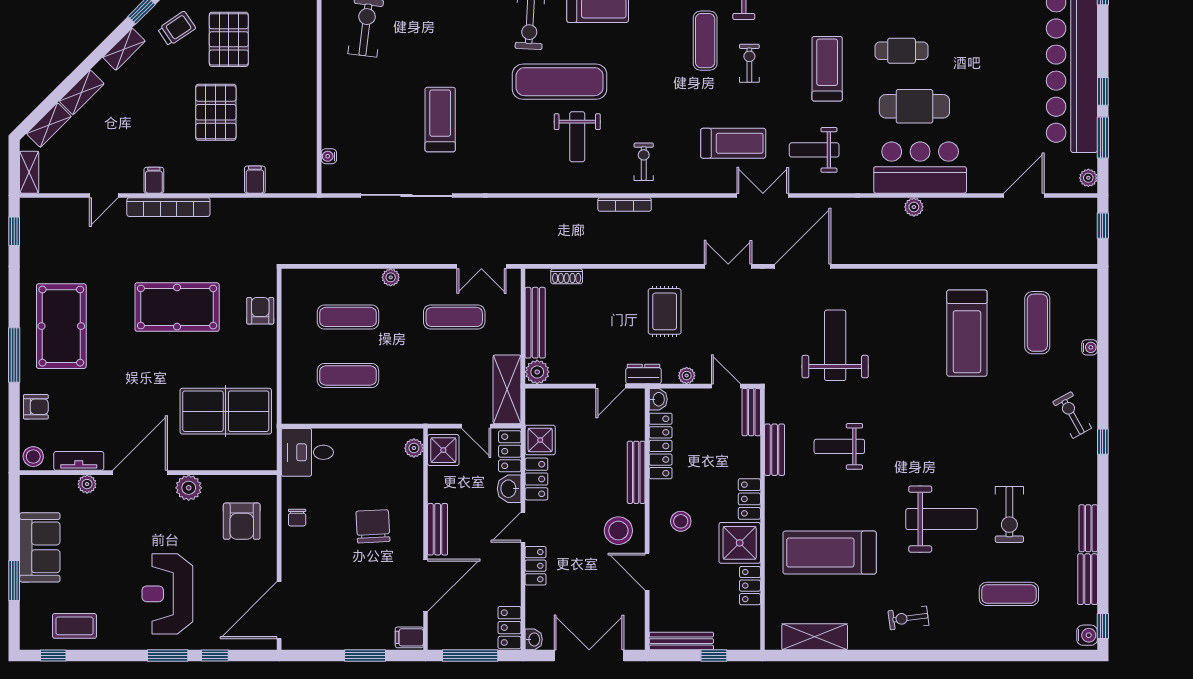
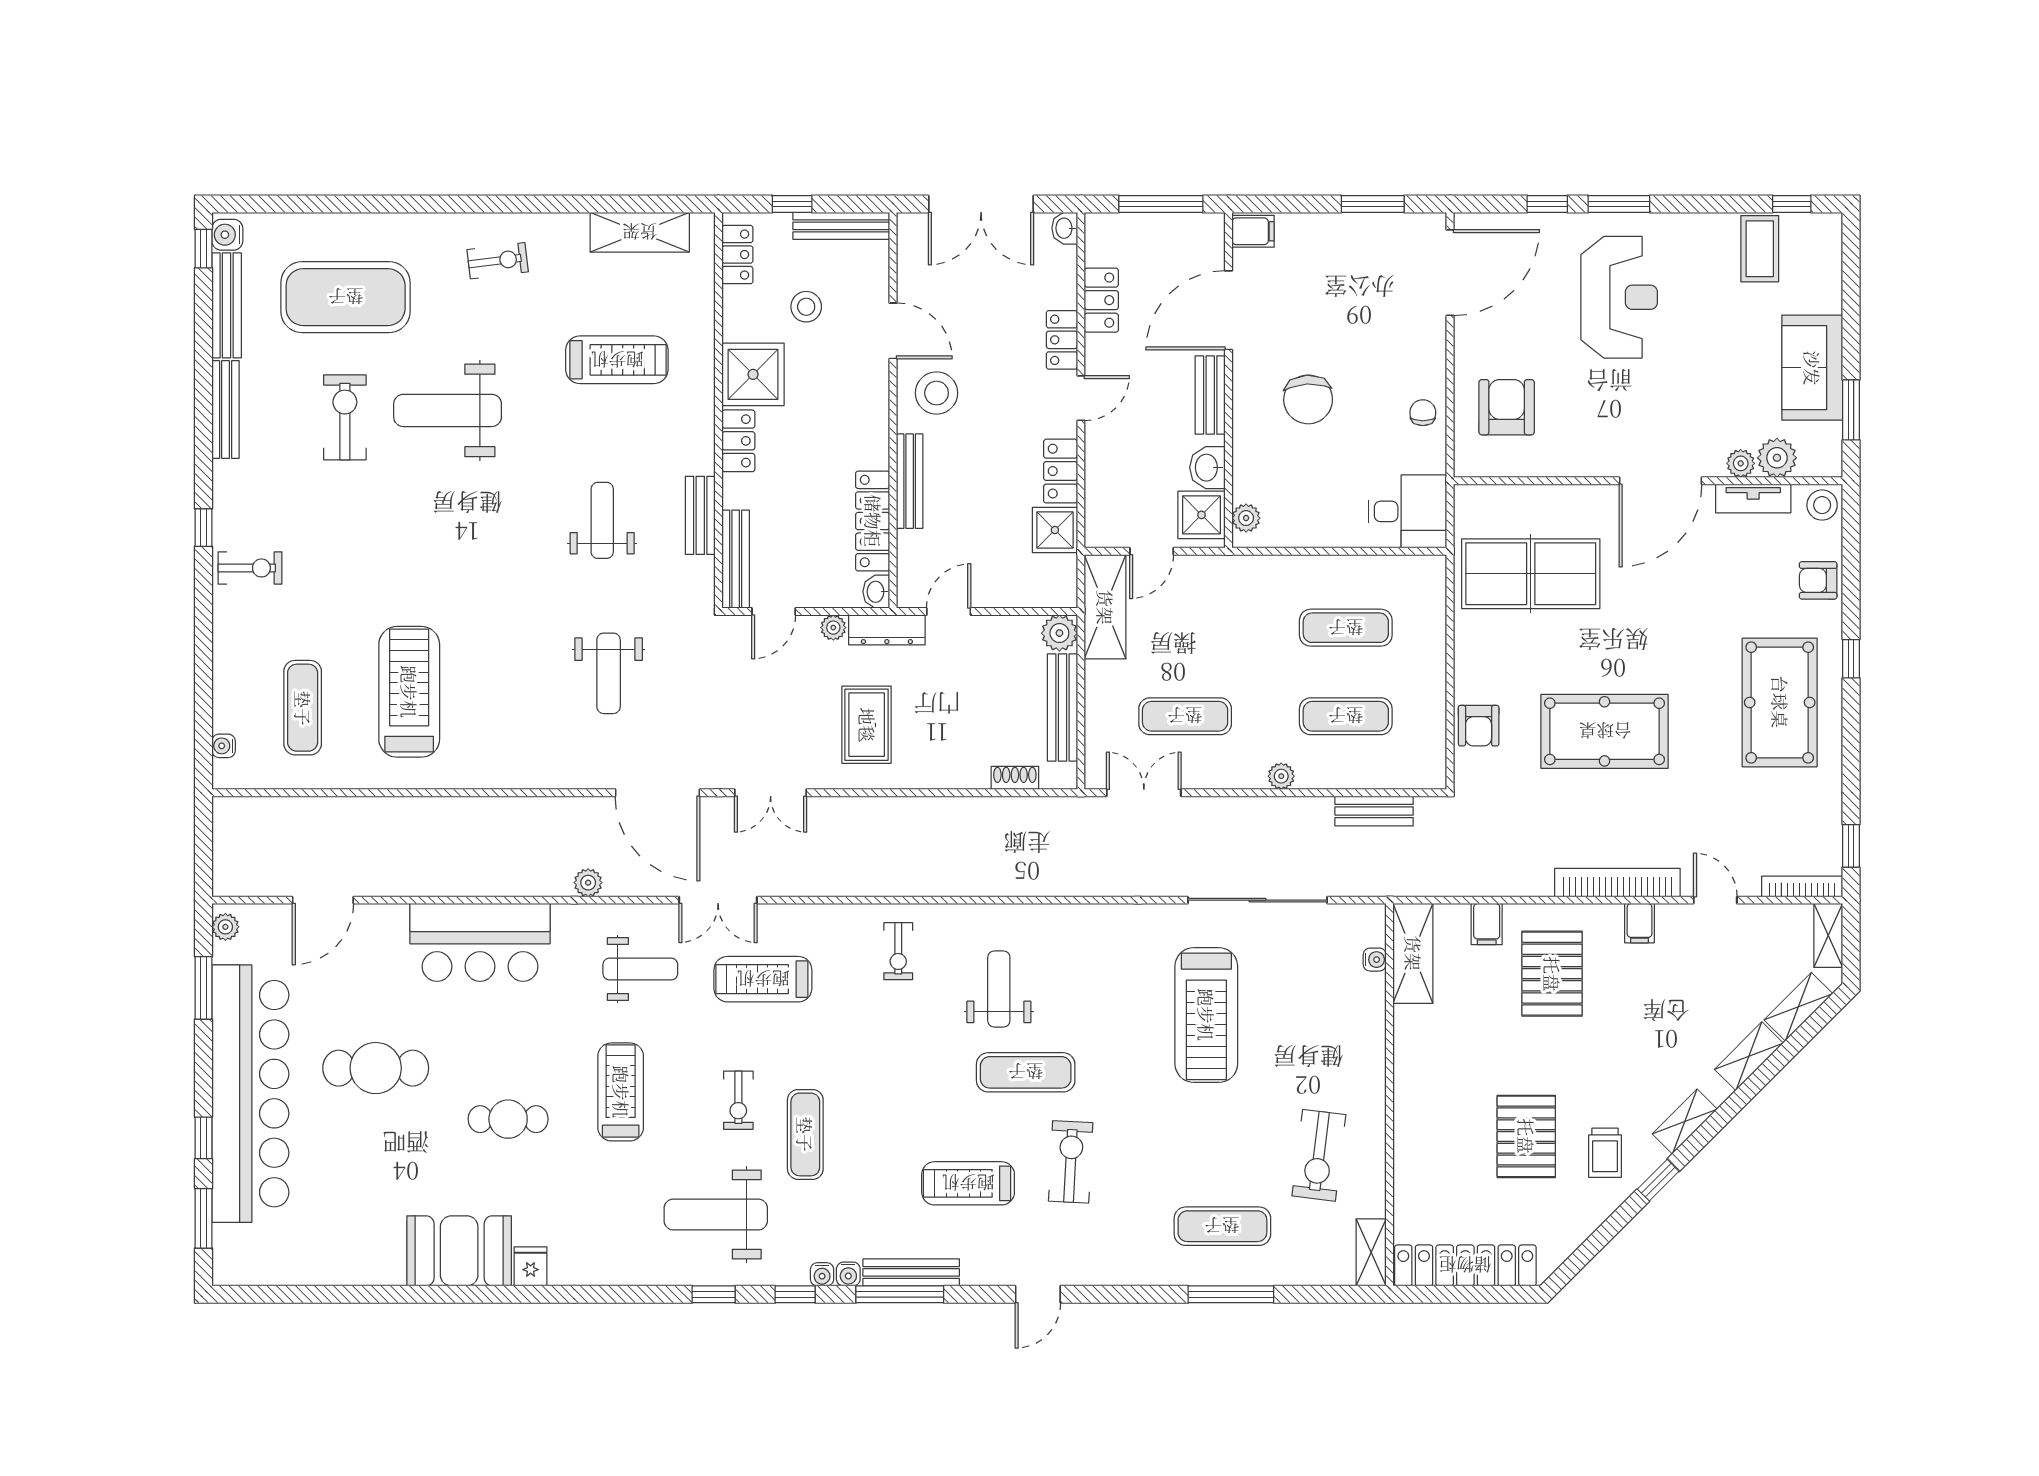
trolley: (177, 29) -> (1605, 1153), turned -56
treadmill: (827, 69) -> (621, 1092), turned 180
exercise mat: (560, 82) -> (1026, 1072), width x0.73, depth x0.69
window: (1103, 91) -> (203, 1138), moved
cafe table: (914, 106) -> (376, 1068), moved
pallet: (216, 112) -> (1552, 974), moved
treadmill: (440, 120) -> (1206, 1015), width x1.37, depth x1.38
shelving: (304, 160) -> (1413, 953), added
door: (104, 195) -> (1715, 900), hinge flipped
bookcase: (625, 205) -> (1802, 886), moved
plant: (914, 207) -> (588, 883), moved
window: (1103, 226) -> (203, 855), removed
bench: (329, 254) -> (1374, 811), added
door: (803, 266) -> (657, 793), hinge flipped
weight bench: (835, 345) -> (609, 673), width x0.73, depth x0.75
water cooler: (1090, 347) -> (224, 746), moved
window: (14, 355) -> (1851, 659), width x0.46
dresser: (644, 374) -> (887, 630), width x1.44
door: (726, 386) -> (774, 612), hinge flipped
bench: (751, 412) -> (736, 559), width x1.36
exercise bike: (1072, 415) -> (250, 568), turned -61
door: (476, 426) -> (1152, 551), swing flipped
weight bench: (839, 446) -> (602, 520), turned -90
locker: (510, 451) -> (1101, 513), removed
plant: (189, 488) -> (1777, 458), moved
washbasin: (509, 489) -> (1207, 468), moved, turned 180
stool: (681, 521) -> (806, 307), moved
bench: (1088, 528) -> (226, 410), width x1.36
treadmill: (830, 553) -> (617, 360), width x0.73, depth x0.73
bench: (1088, 579) -> (227, 305), width x1.36
window: (14, 581) -> (1851, 410), moved
locker: (750, 586) -> (737, 255), moved
exercise mat: (1009, 594) -> (346, 297), width x2.00, depth x1.45
coffee table: (74, 626) -> (1760, 249), turned 90
locker: (509, 628) -> (1101, 300), moved
window: (365, 656) -> (1373, 204), moved

